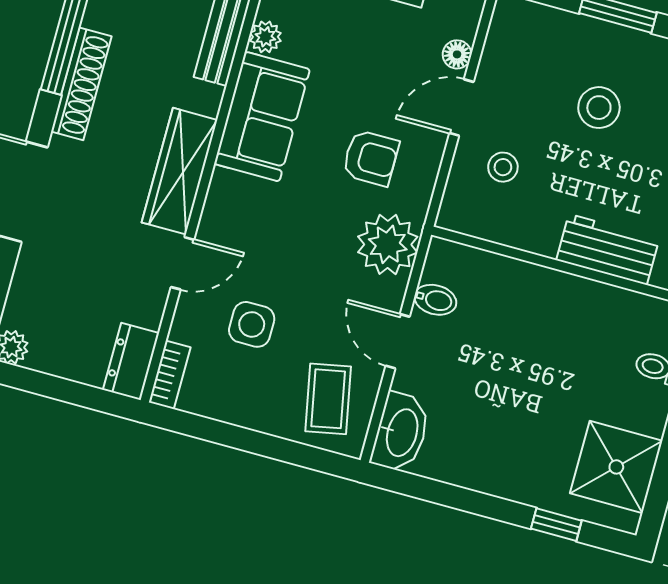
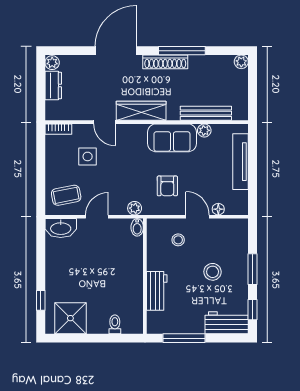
plant: (388, 244) -> (135, 208), width x0.53, depth x0.53
bidet: (435, 300) -> (137, 227), moved
dresser: (131, 361) -> (53, 86), moved, turned 90

